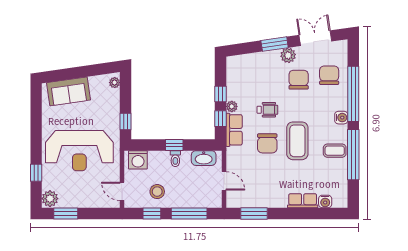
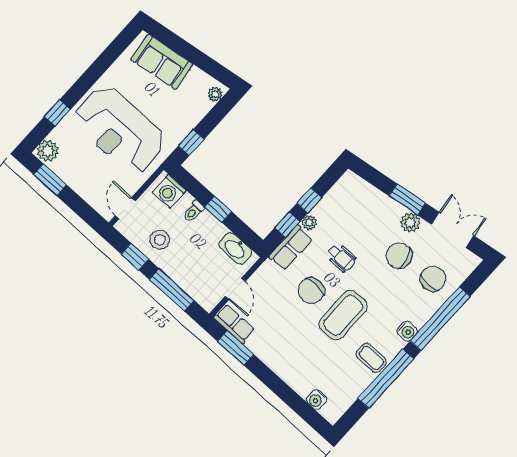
chair: (299, 80) -> (399, 256), turned -104
toilet: (175, 159) -> (194, 211), moved
row of seats: (303, 201) -> (234, 324), moved

